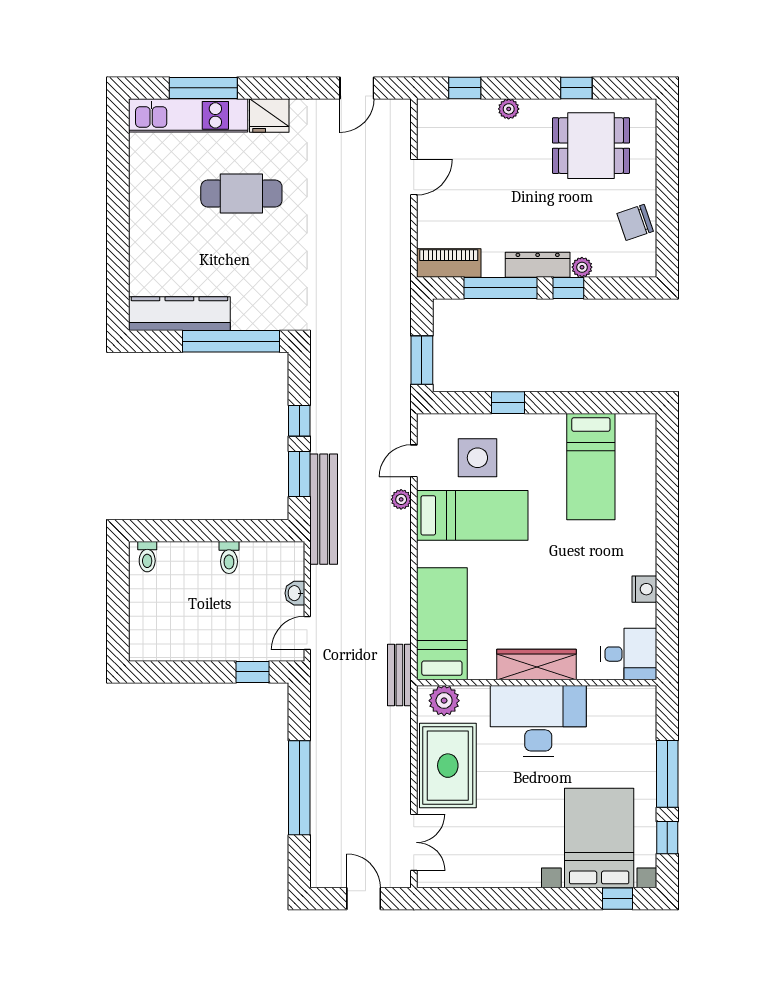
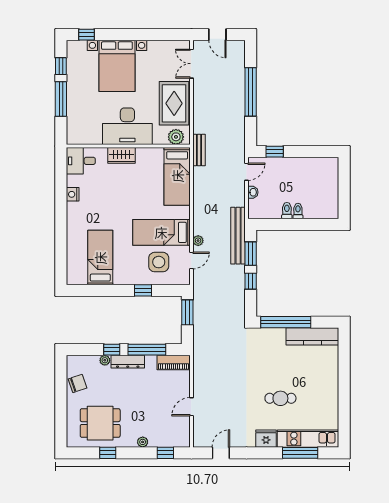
cafe table: (241, 194) -> (280, 398), width x0.73, depth x0.74
toilet: (147, 557) -> (298, 211), moved
wardrobe: (536, 665) -> (121, 155), width x0.67
bed with nightstands: (599, 838) -> (117, 66), moved

